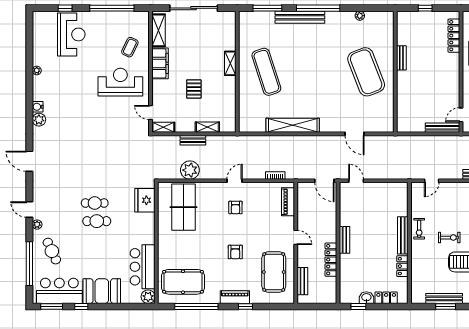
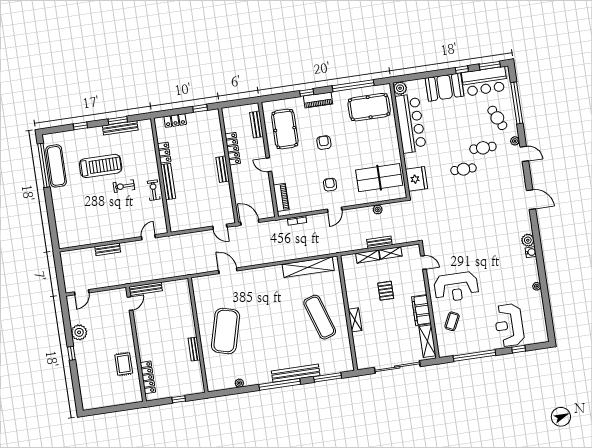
exercise mat: (366, 72) -> (226, 331), turned 36
shelving: (293, 125) -> (308, 267), moved
shelving: (163, 127) -> (391, 253), moved
plant: (190, 170) -> (378, 210), width x0.53, depth x0.53
table tennis table: (183, 207) -> (379, 178), turned 90
cafe table: (97, 221) -> (483, 148), moved
bar counter: (143, 267) -> (411, 123), width x1.36
washbasin: (366, 298) -> (194, 118), removed

